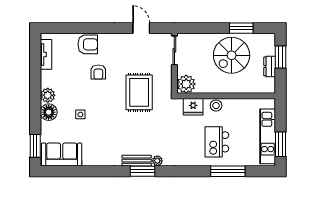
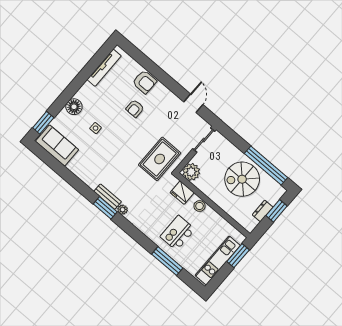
window: (241, 28) -> (266, 166), width x2.11
tv unit: (46, 54) -> (104, 68), width x1.41
rug: (139, 92) -> (160, 159), moved
plant: (48, 95) -> (84, 94), removed
window: (280, 144) -> (238, 256), moved

